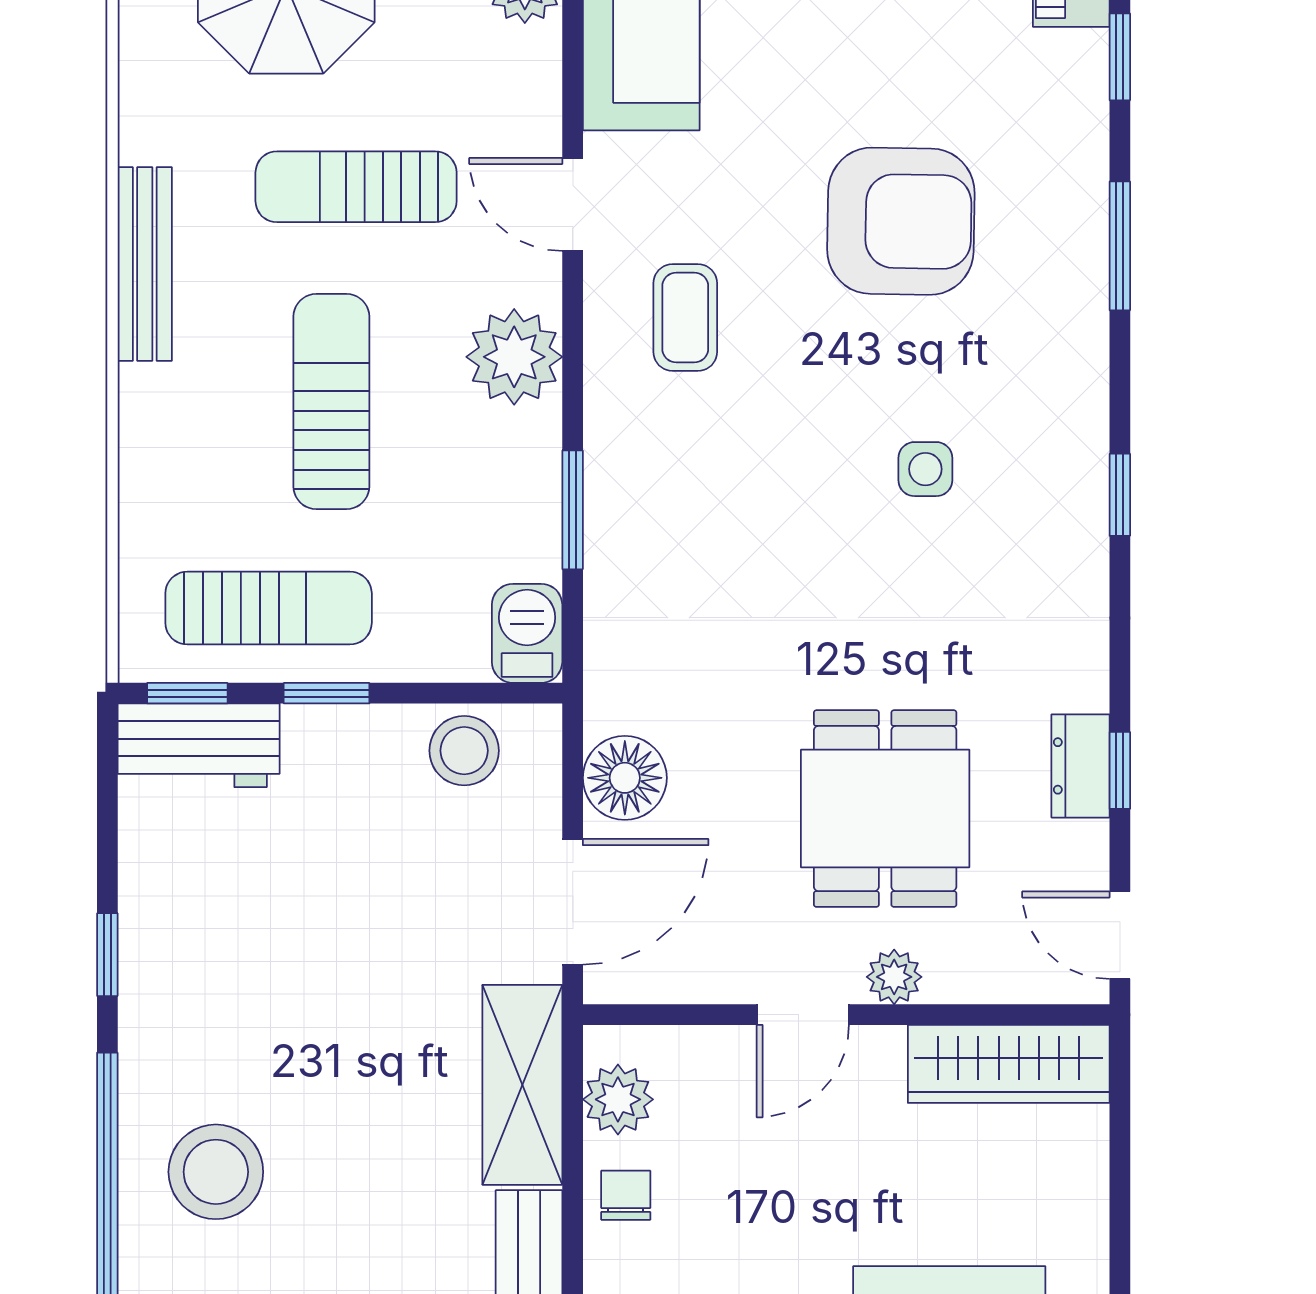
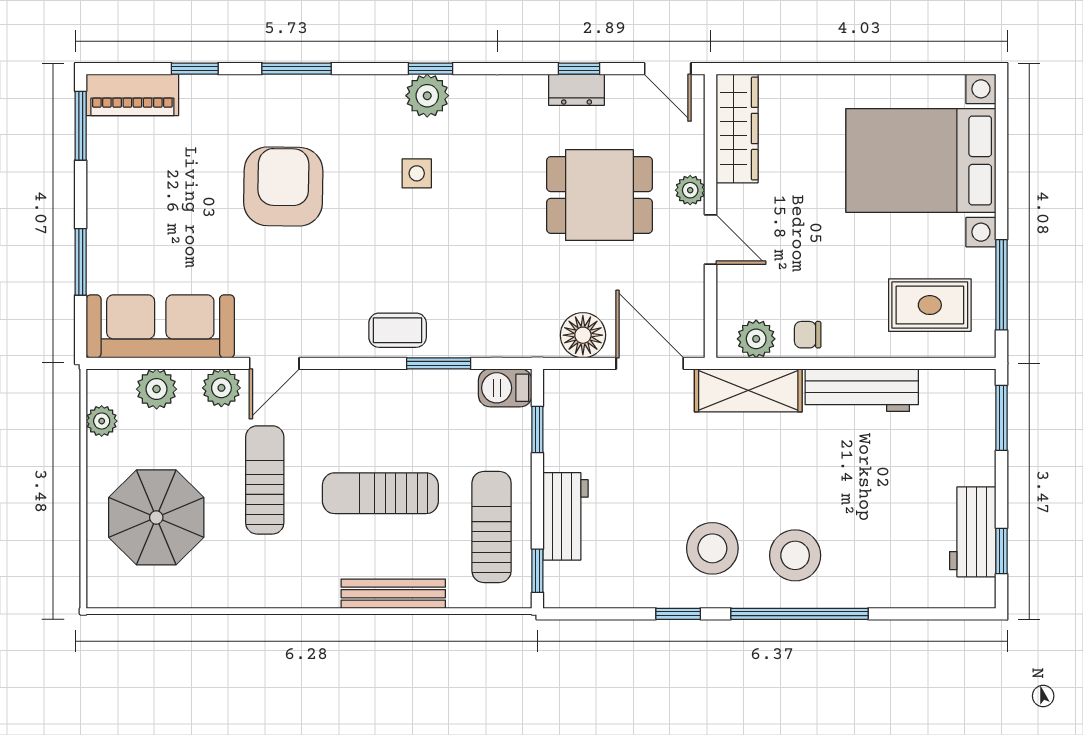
sun lounger: (356, 187) -> (265, 480), turned 180
bench: (145, 264) -> (393, 594), moved
coffee table: (685, 318) -> (398, 330), moved
plant: (514, 357) -> (221, 388), moved, width x0.73, depth x0.73
plant: (1070, 489) -> (427, 96), added
window: (327, 693) -> (537, 429), moved
workbench: (199, 745) -> (565, 516), moved
stool: (464, 751) -> (712, 548), moved, width x1.38, depth x1.38
door: (1120, 935) -> (668, 69), hinge flipped

